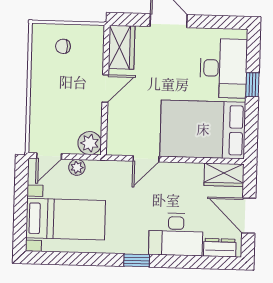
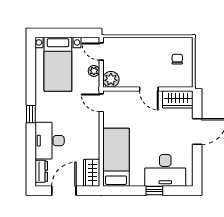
bed: (203, 129) -> (116, 157), width x0.67
door: (146, 159) -> (101, 103), moved

